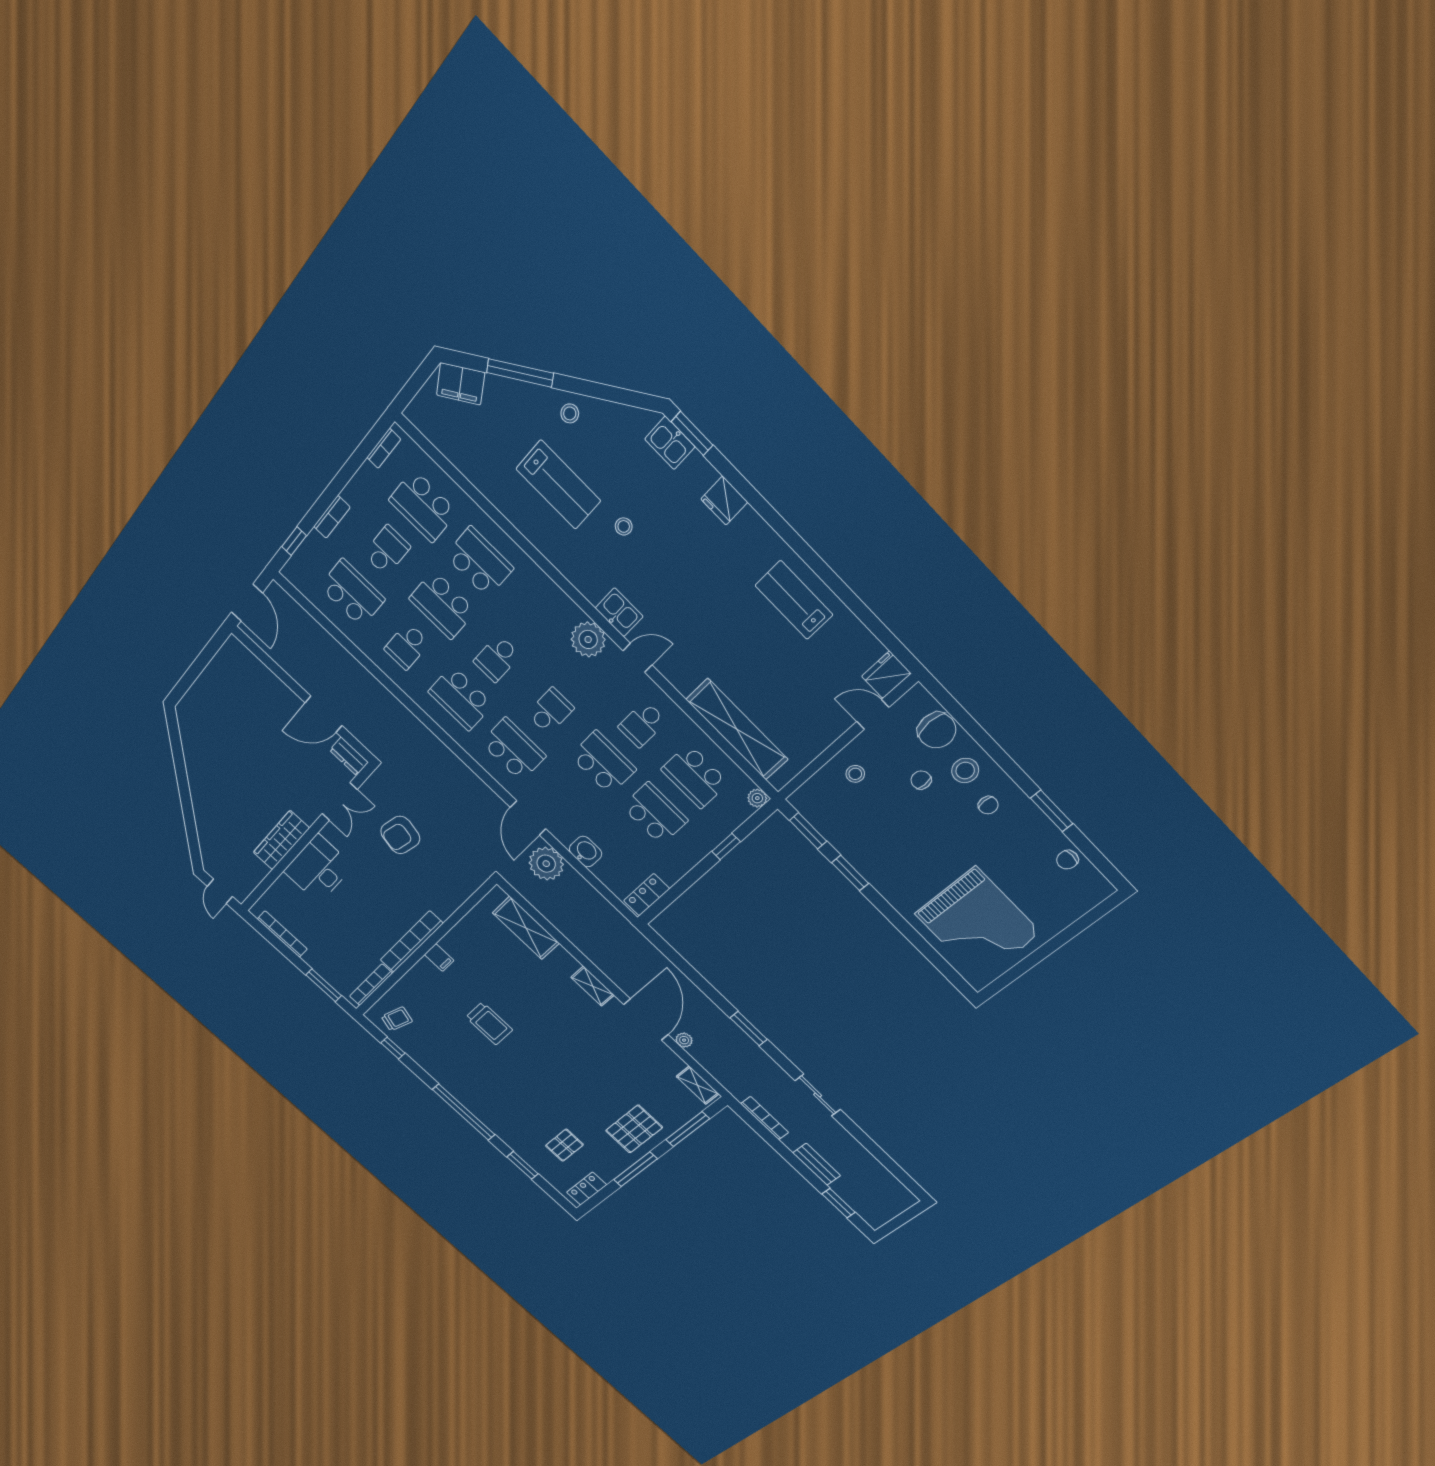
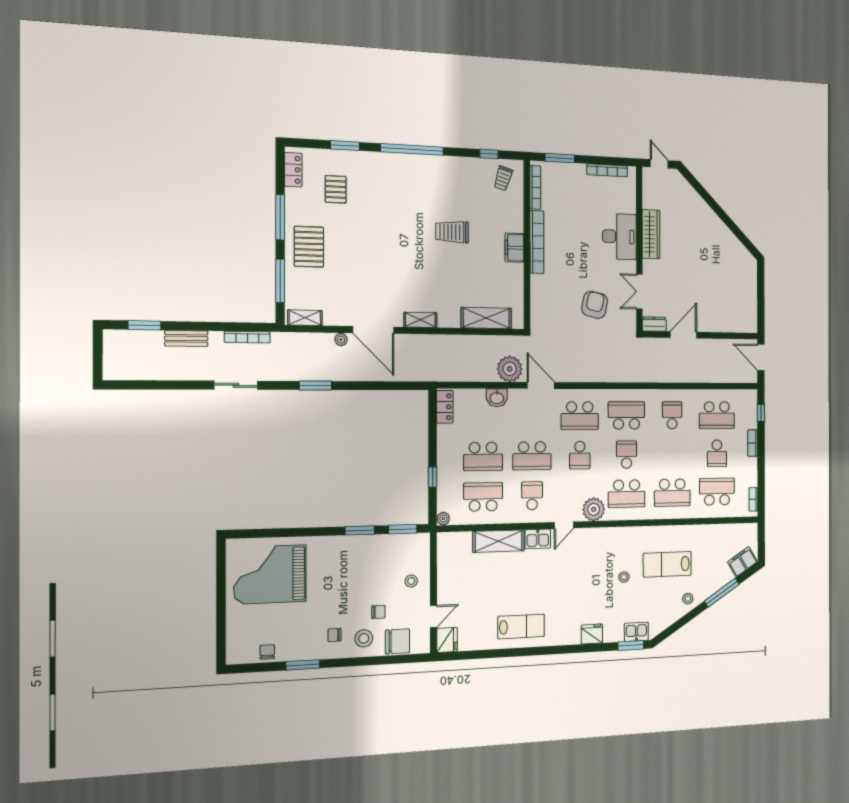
school desk: (442, 605) -> (627, 494), moved, turned 180
kitchen sink: (619, 612) -> (538, 539), moved
shelving: (737, 729) -> (499, 541), width x0.68
chair: (937, 730) -> (397, 641), turned 180
filing cabinet: (439, 958) -> (514, 248), width x2.00

